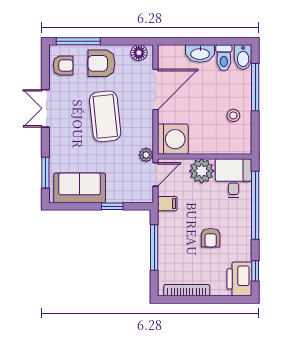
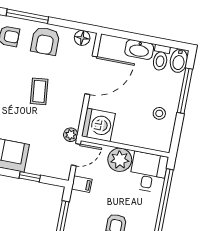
armchair: (101, 63) -> (45, 41), turned -90
coffee table: (105, 116) -> (39, 91), width x0.54, depth x0.58

